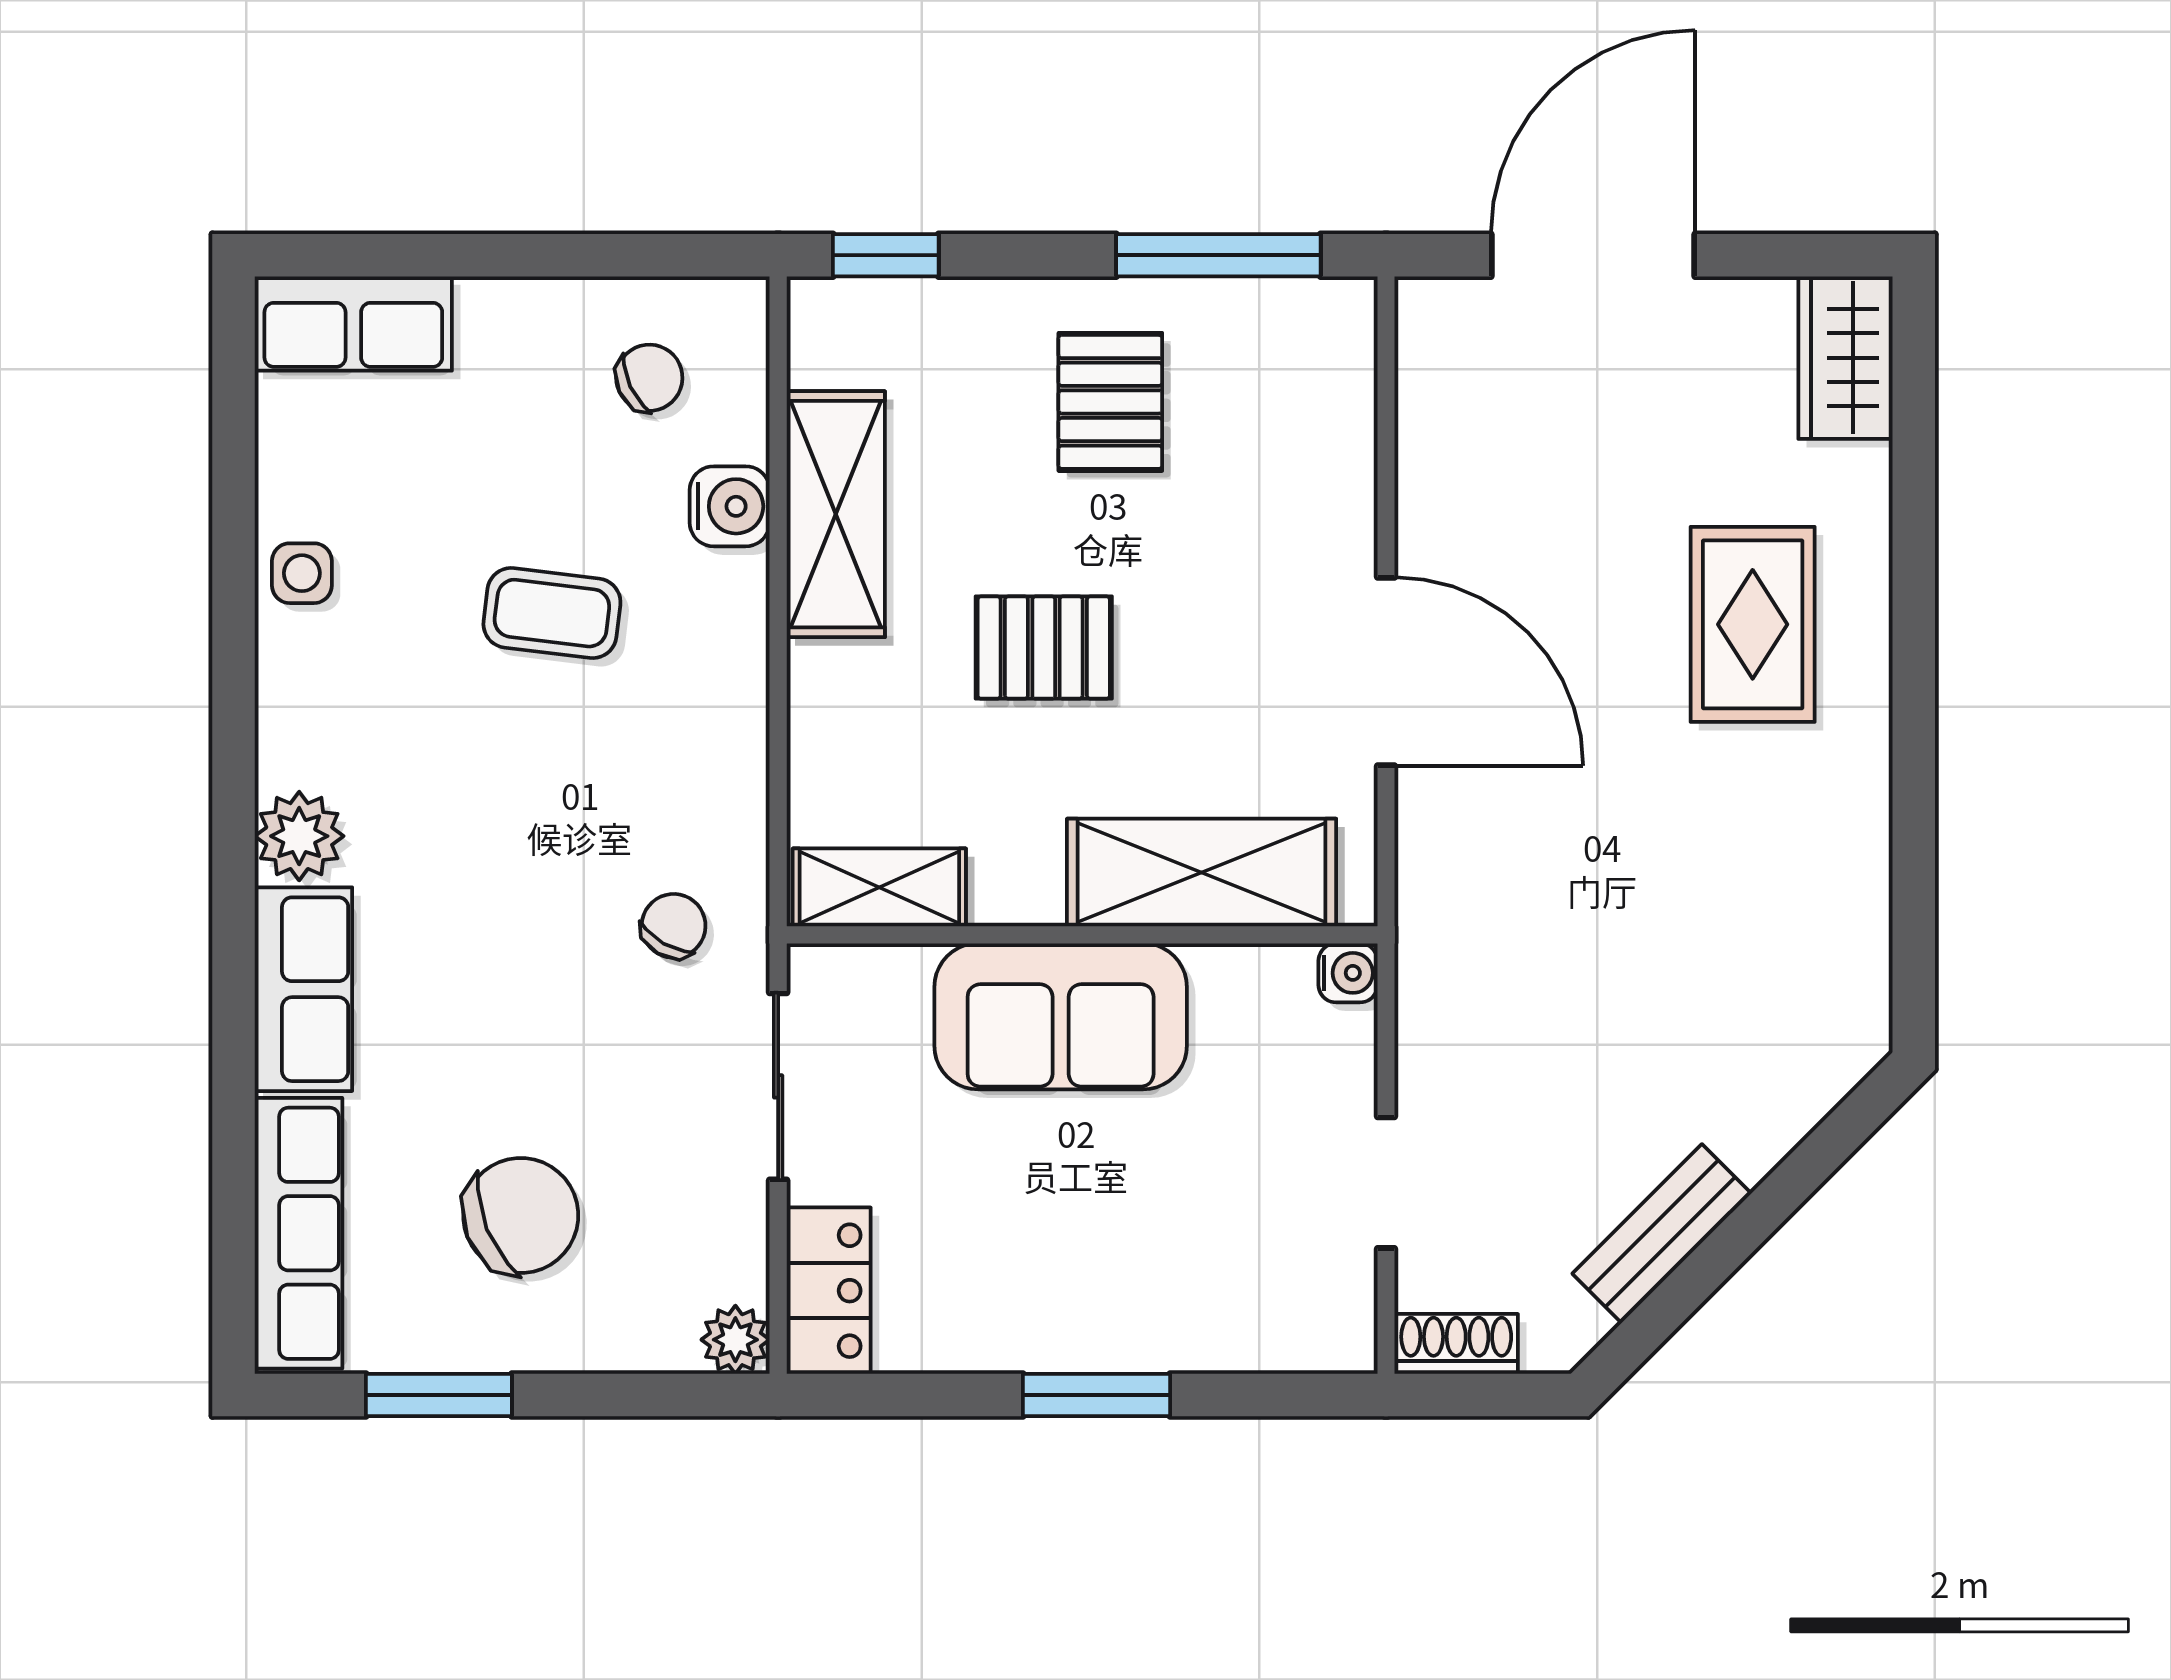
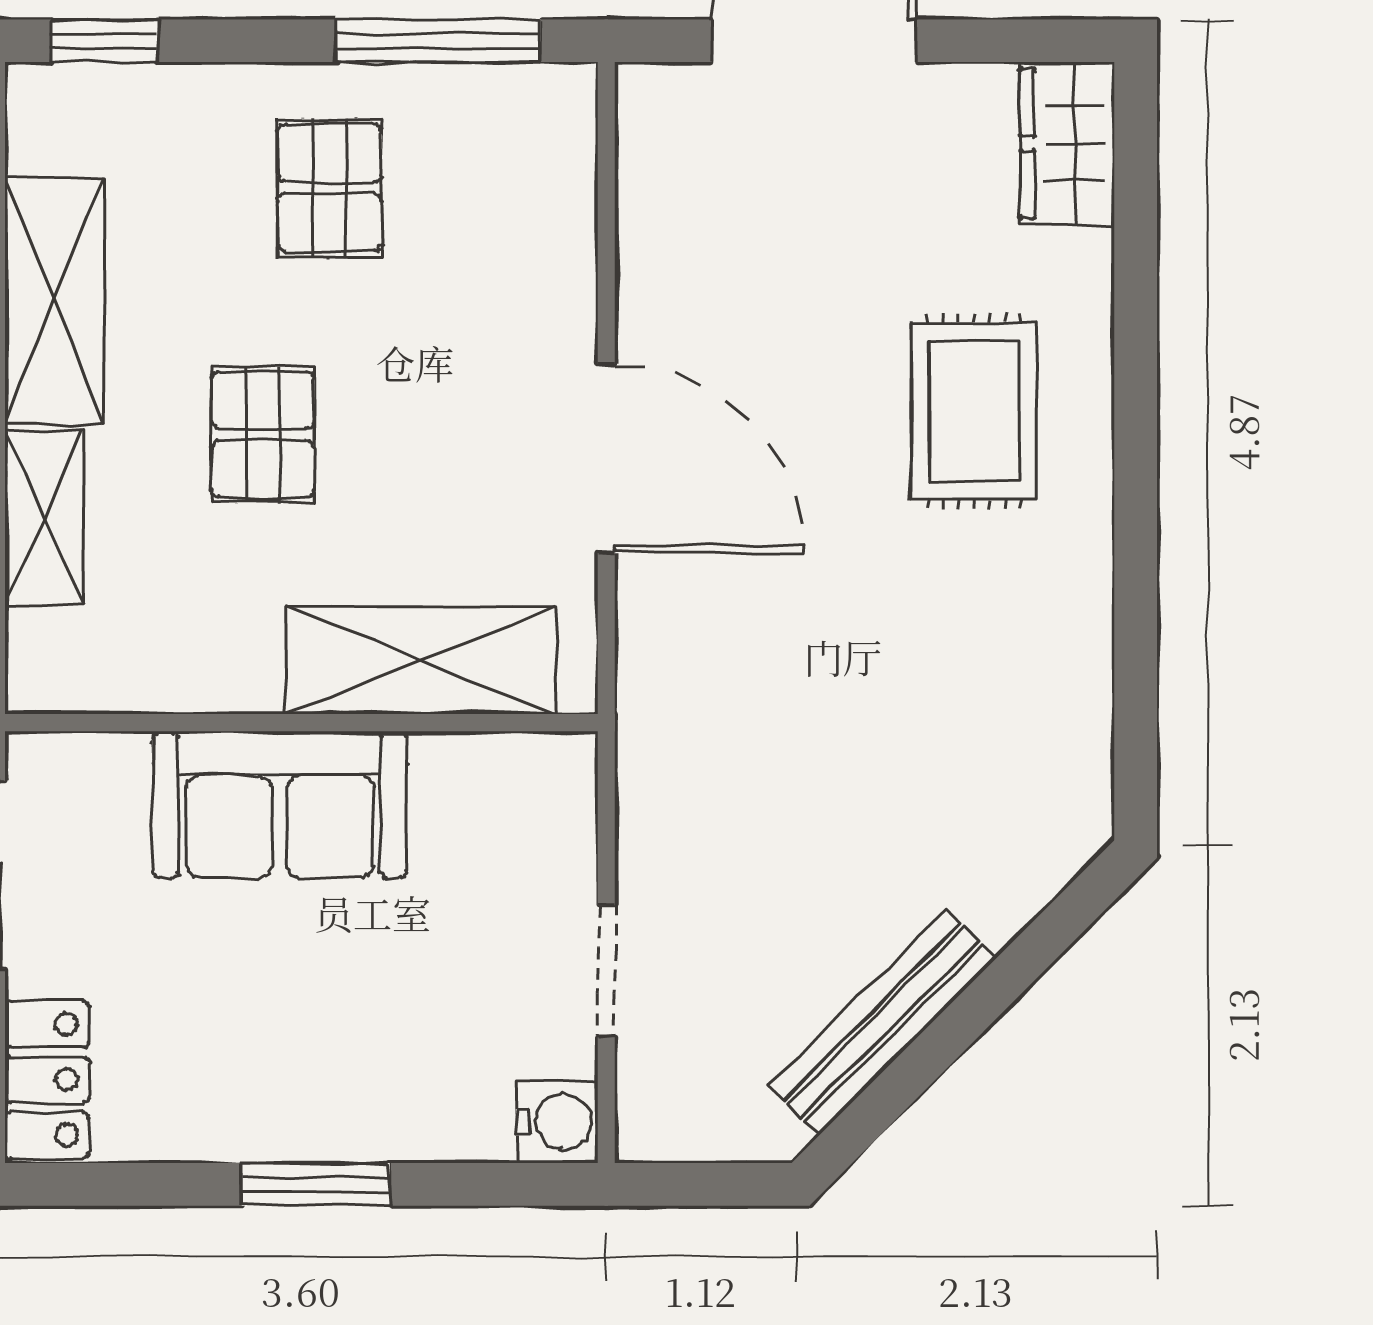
pallet: (1044, 648) -> (263, 434), turned 90
shelving: (879, 887) -> (44, 518), moved, turned 90
water cooler: (1348, 973) -> (557, 1122), moved, width x1.38, depth x1.38
bench: (1662, 1233) -> (883, 1022), width x1.36
shoe rack: (1456, 1344) -> (677, 1133), removed

